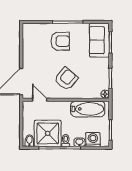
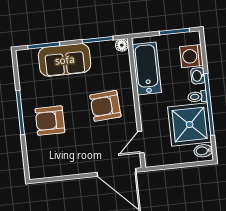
sofa: (99, 40) -> (65, 60), moved
armchair: (60, 41) -> (50, 121), turned -90
armchair: (66, 79) -> (105, 106), turned -44

